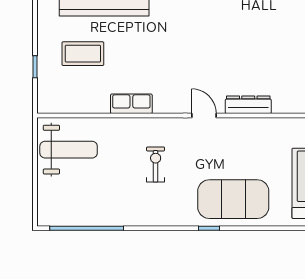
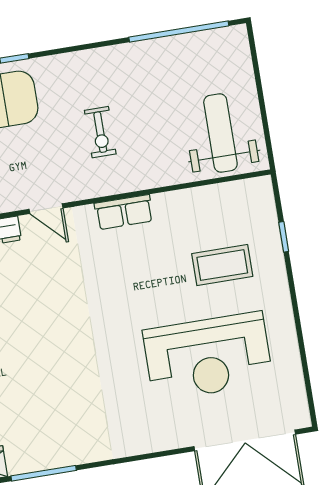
row of seats: (131, 104) -> (124, 212), moved
weight bench: (69, 150) -> (220, 133), turned 90

